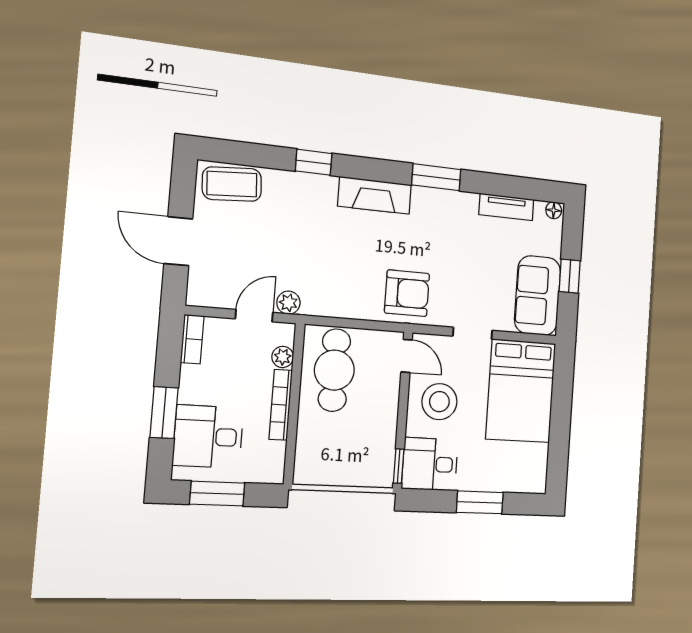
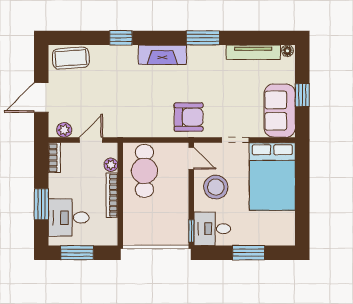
tv unit: (506, 207) -> (253, 52), width x1.41
door: (178, 241) -> (41, 97), hinge flipped
plant: (288, 303) -> (64, 130), moved

